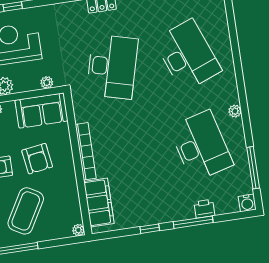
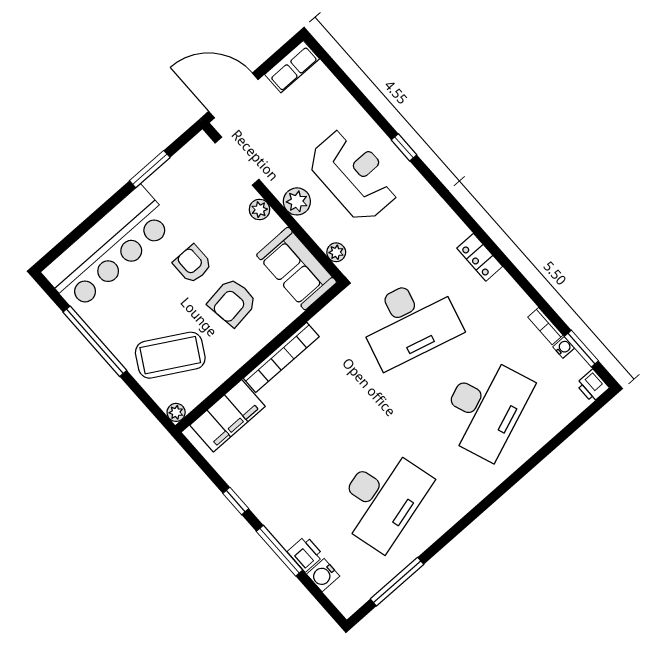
plant: (235, 111) -> (453, 513), removed
water cooler: (247, 203) -> (323, 575), moved
coffee table: (26, 211) -> (170, 355), moved

